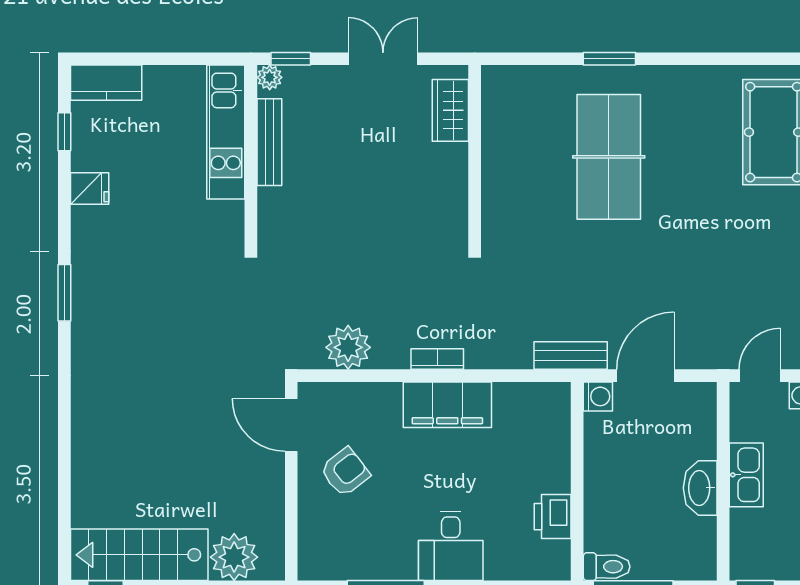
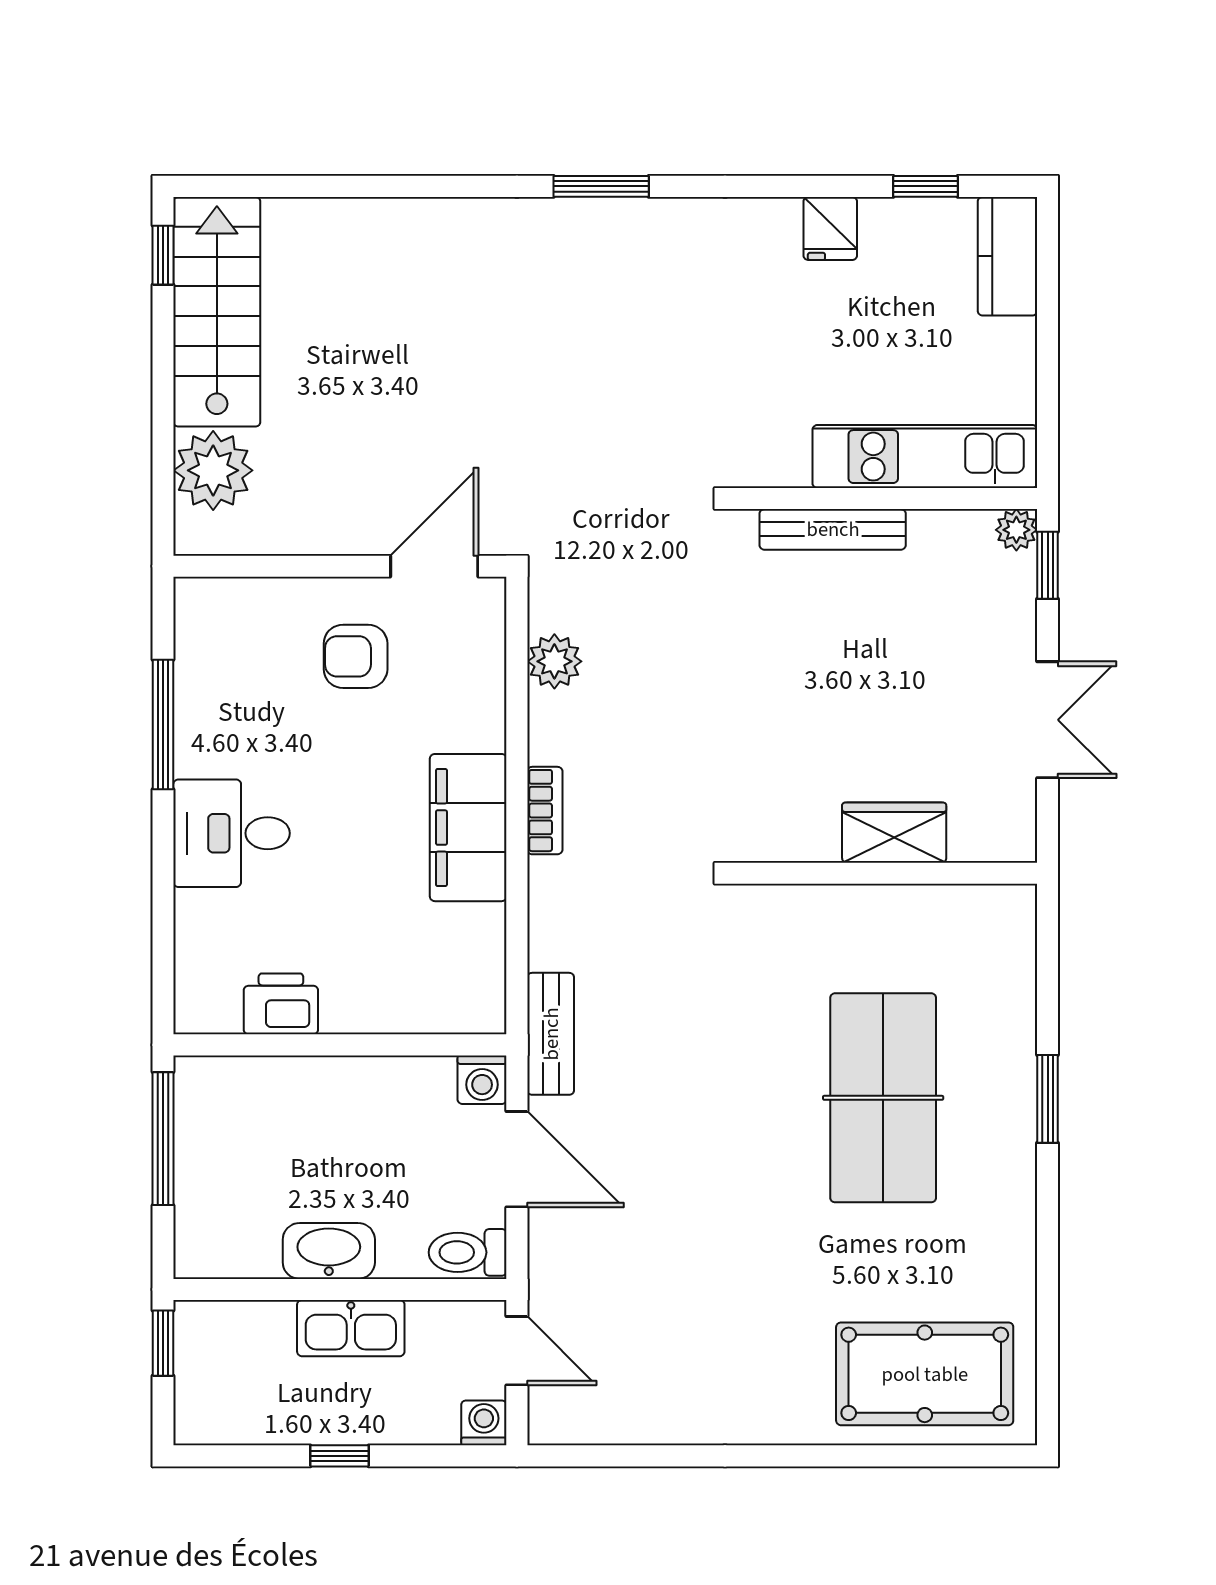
wardrobe: (450, 110) -> (894, 833), moved
bench: (269, 142) -> (833, 529), moved
table tennis table: (609, 157) -> (883, 1098), turned 90
window: (64, 293) -> (601, 186), moved
plant: (348, 347) -> (554, 661), width x0.73, depth x0.73
armchair: (345, 472) -> (356, 656), turned 128
toilet: (607, 567) -> (468, 1252), moved, turned 90

